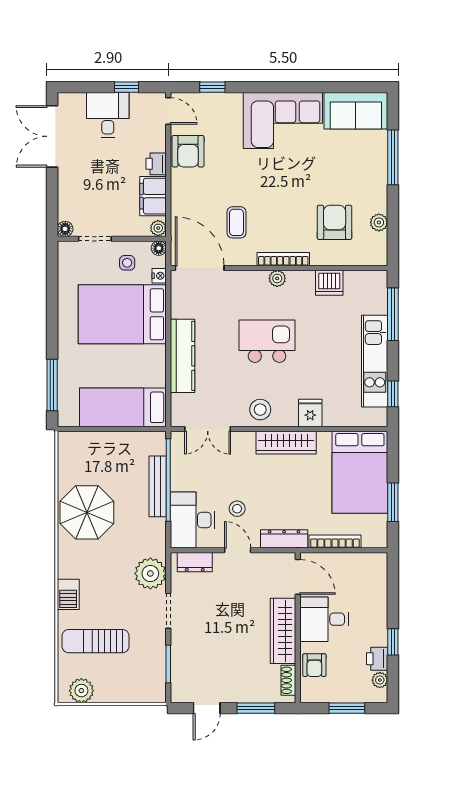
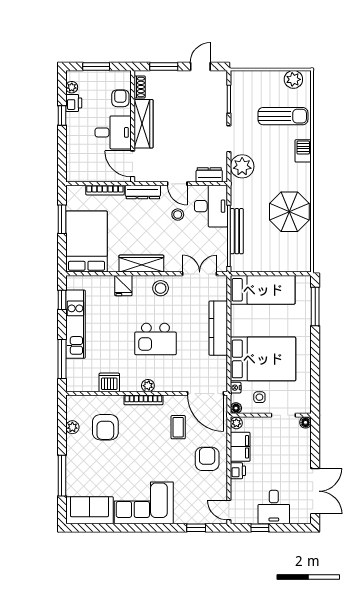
armchair: (188, 151) -> (207, 459), moved

